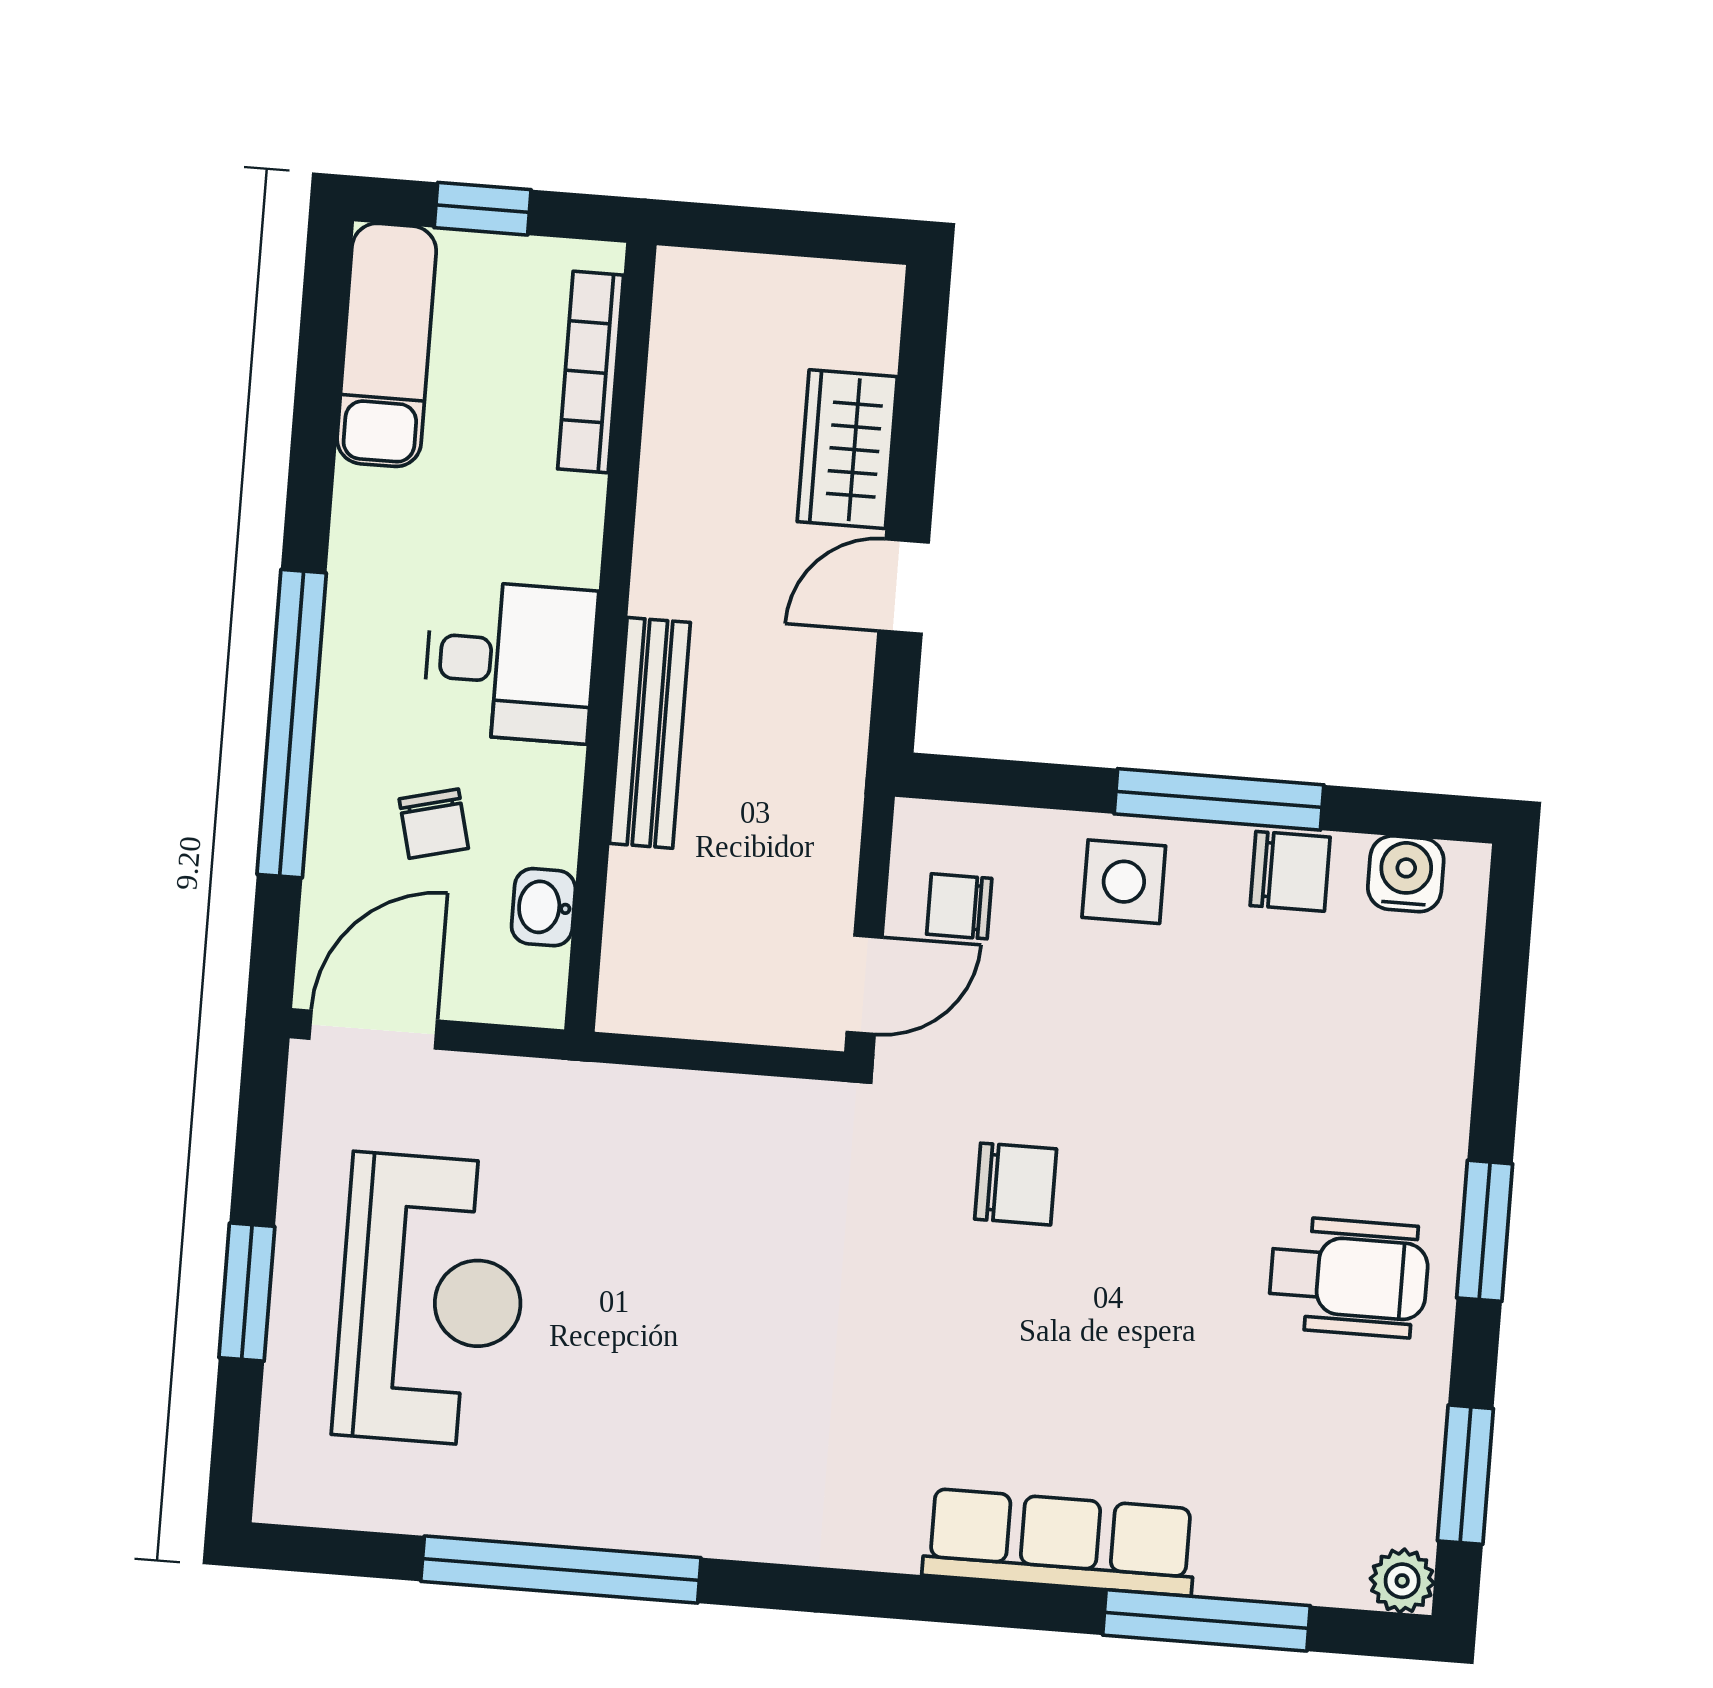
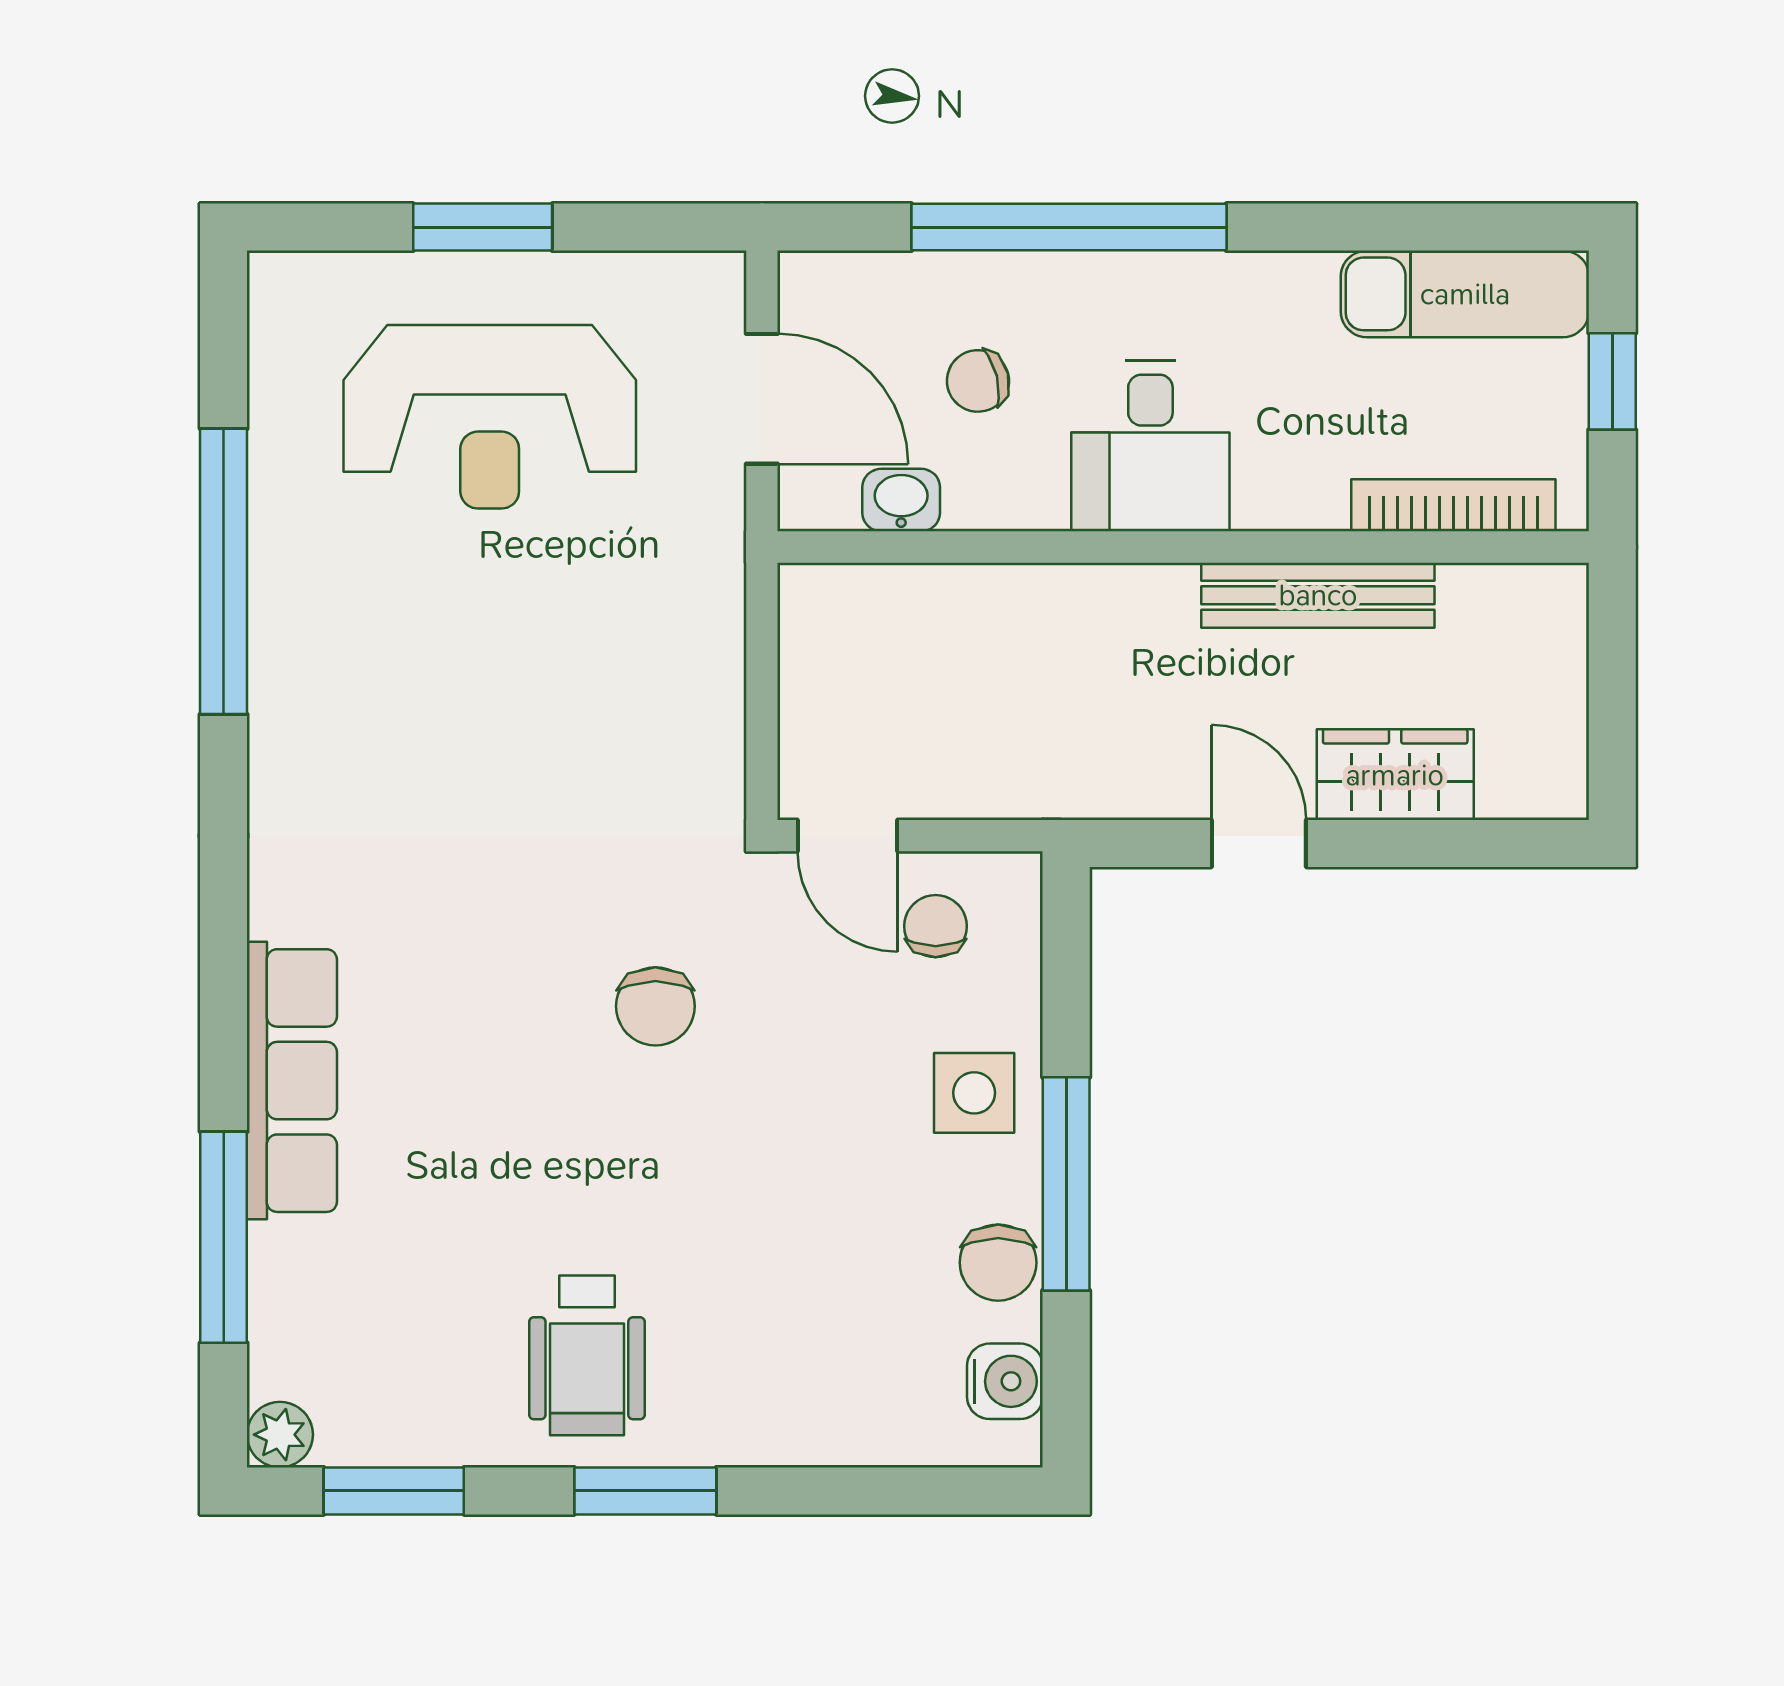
bench: (650, 733) -> (1318, 595), moved
door: (373, 1030) -> (762, 399), moved

